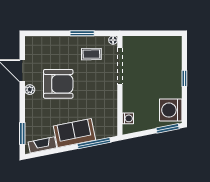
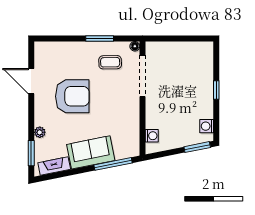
plant: (30, 90) -> (40, 132), moved
washing machine: (171, 110) -> (207, 126), width x0.53, depth x0.53

